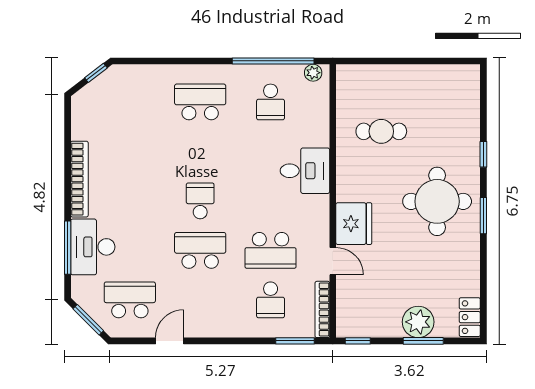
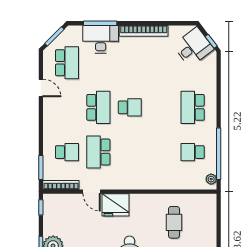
school desk: (200, 102) -> (193, 107), turned 180
desk: (305, 171) -> (193, 47), moved, turned -127
door: (333, 261) -> (92, 192), hinge flipped
school desk: (271, 300) -> (67, 152), turned 180

